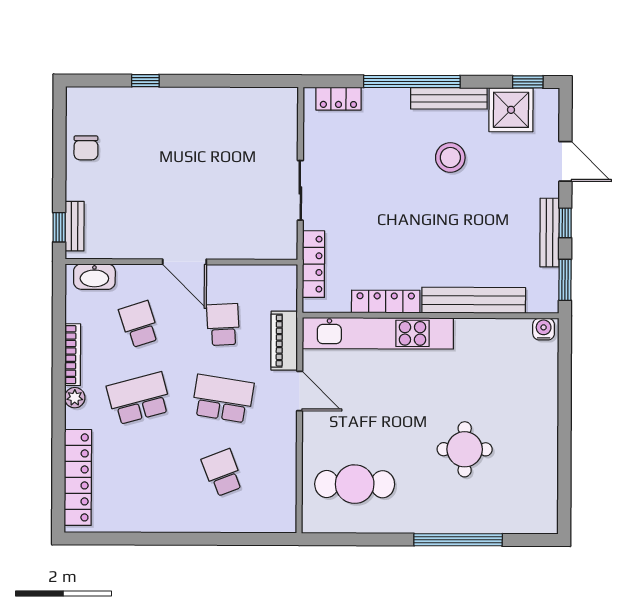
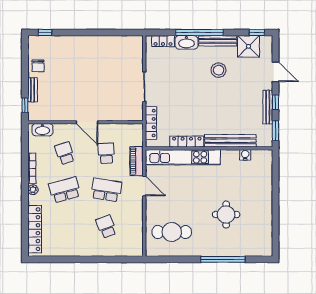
window: (145, 81) -> (45, 33), moved
washbasin: (386, 101) -> (186, 42), added
bench: (75, 226) -> (33, 90), moved
water cooler: (544, 329) -> (245, 155), moved

